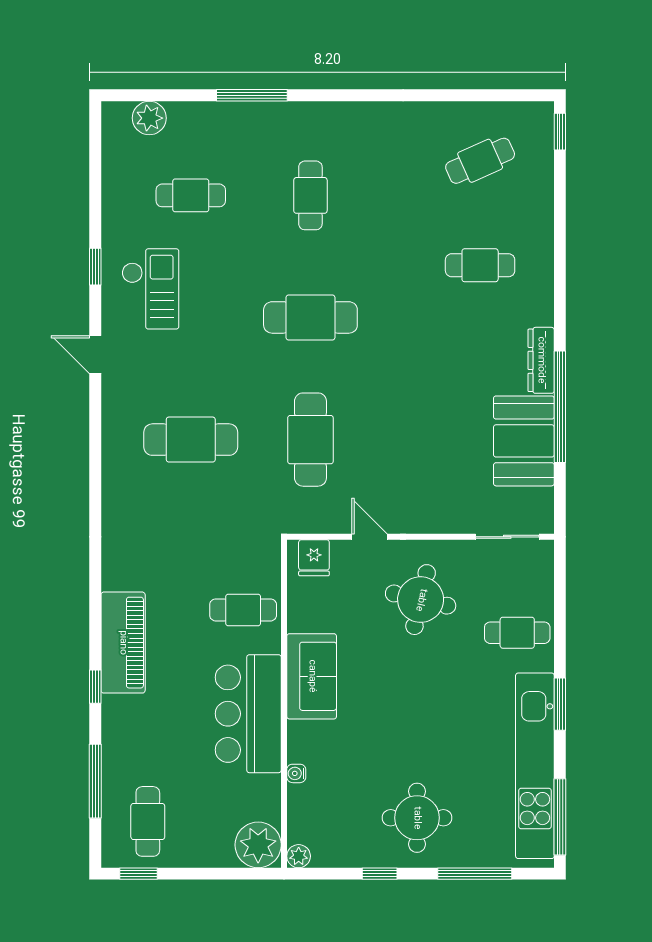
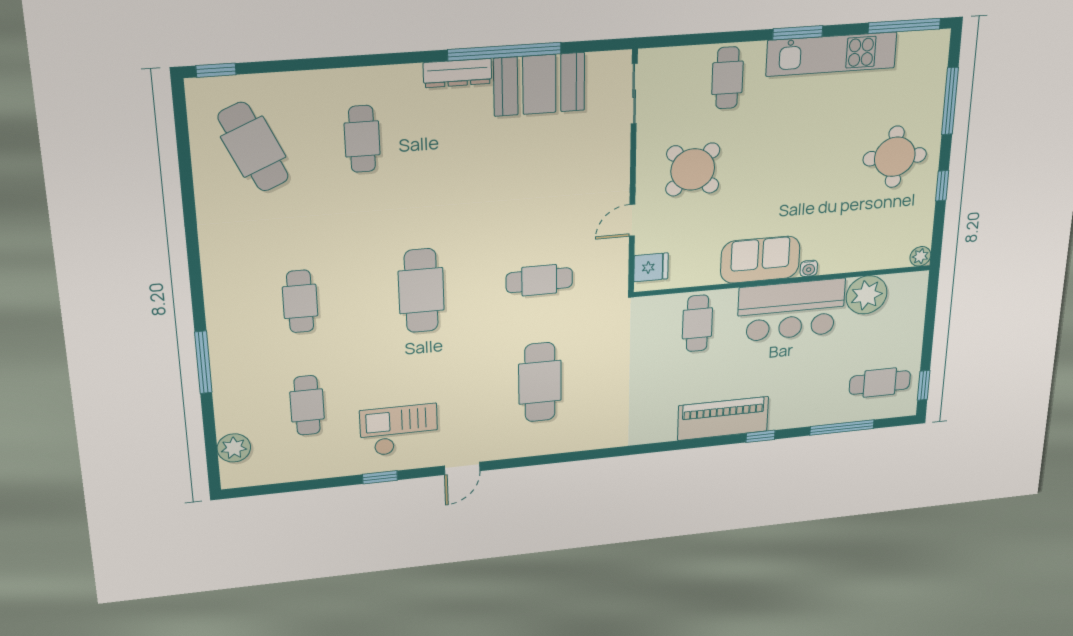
cafe table: (480, 161) -> (253, 147), width x1.37, depth x1.35
cafe table: (310, 195) -> (300, 301), turned 90
cafe table: (310, 440) -> (539, 280), width x0.73, depth x0.74
round table: (421, 600) -> (693, 169), turned 32
kitchen unit: (535, 766) -> (831, 54), width x0.73
water cooler: (296, 773) -> (809, 268), moved
plant: (258, 845) -> (867, 295), moved

